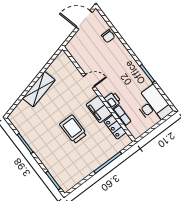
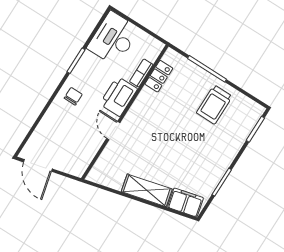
chair: (108, 36) -> (73, 96), moved
printer: (113, 100) -> (119, 96), width x1.87, depth x1.48
filing cabinet: (99, 109) -> (186, 202), moved, turned -104
trolley: (73, 129) -> (214, 105), moved

